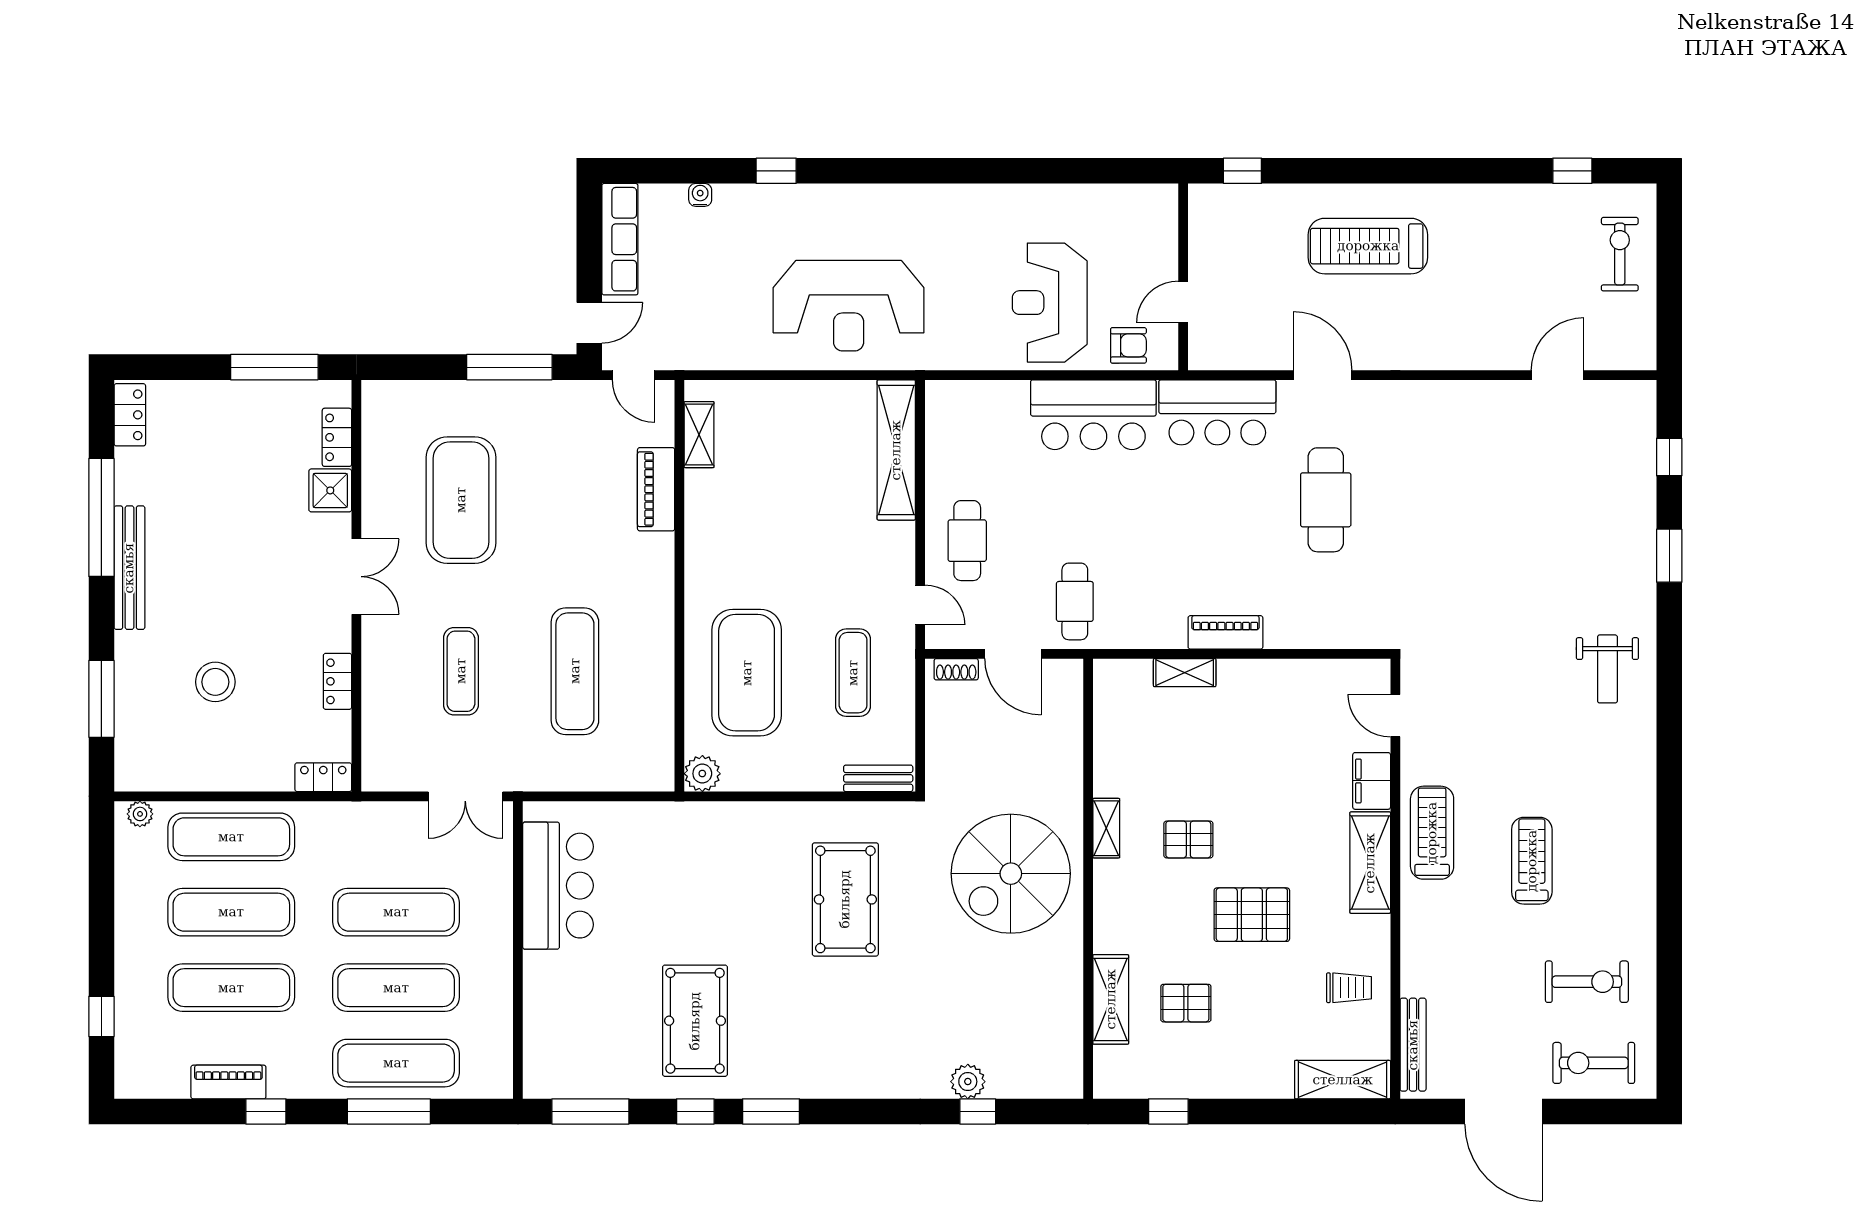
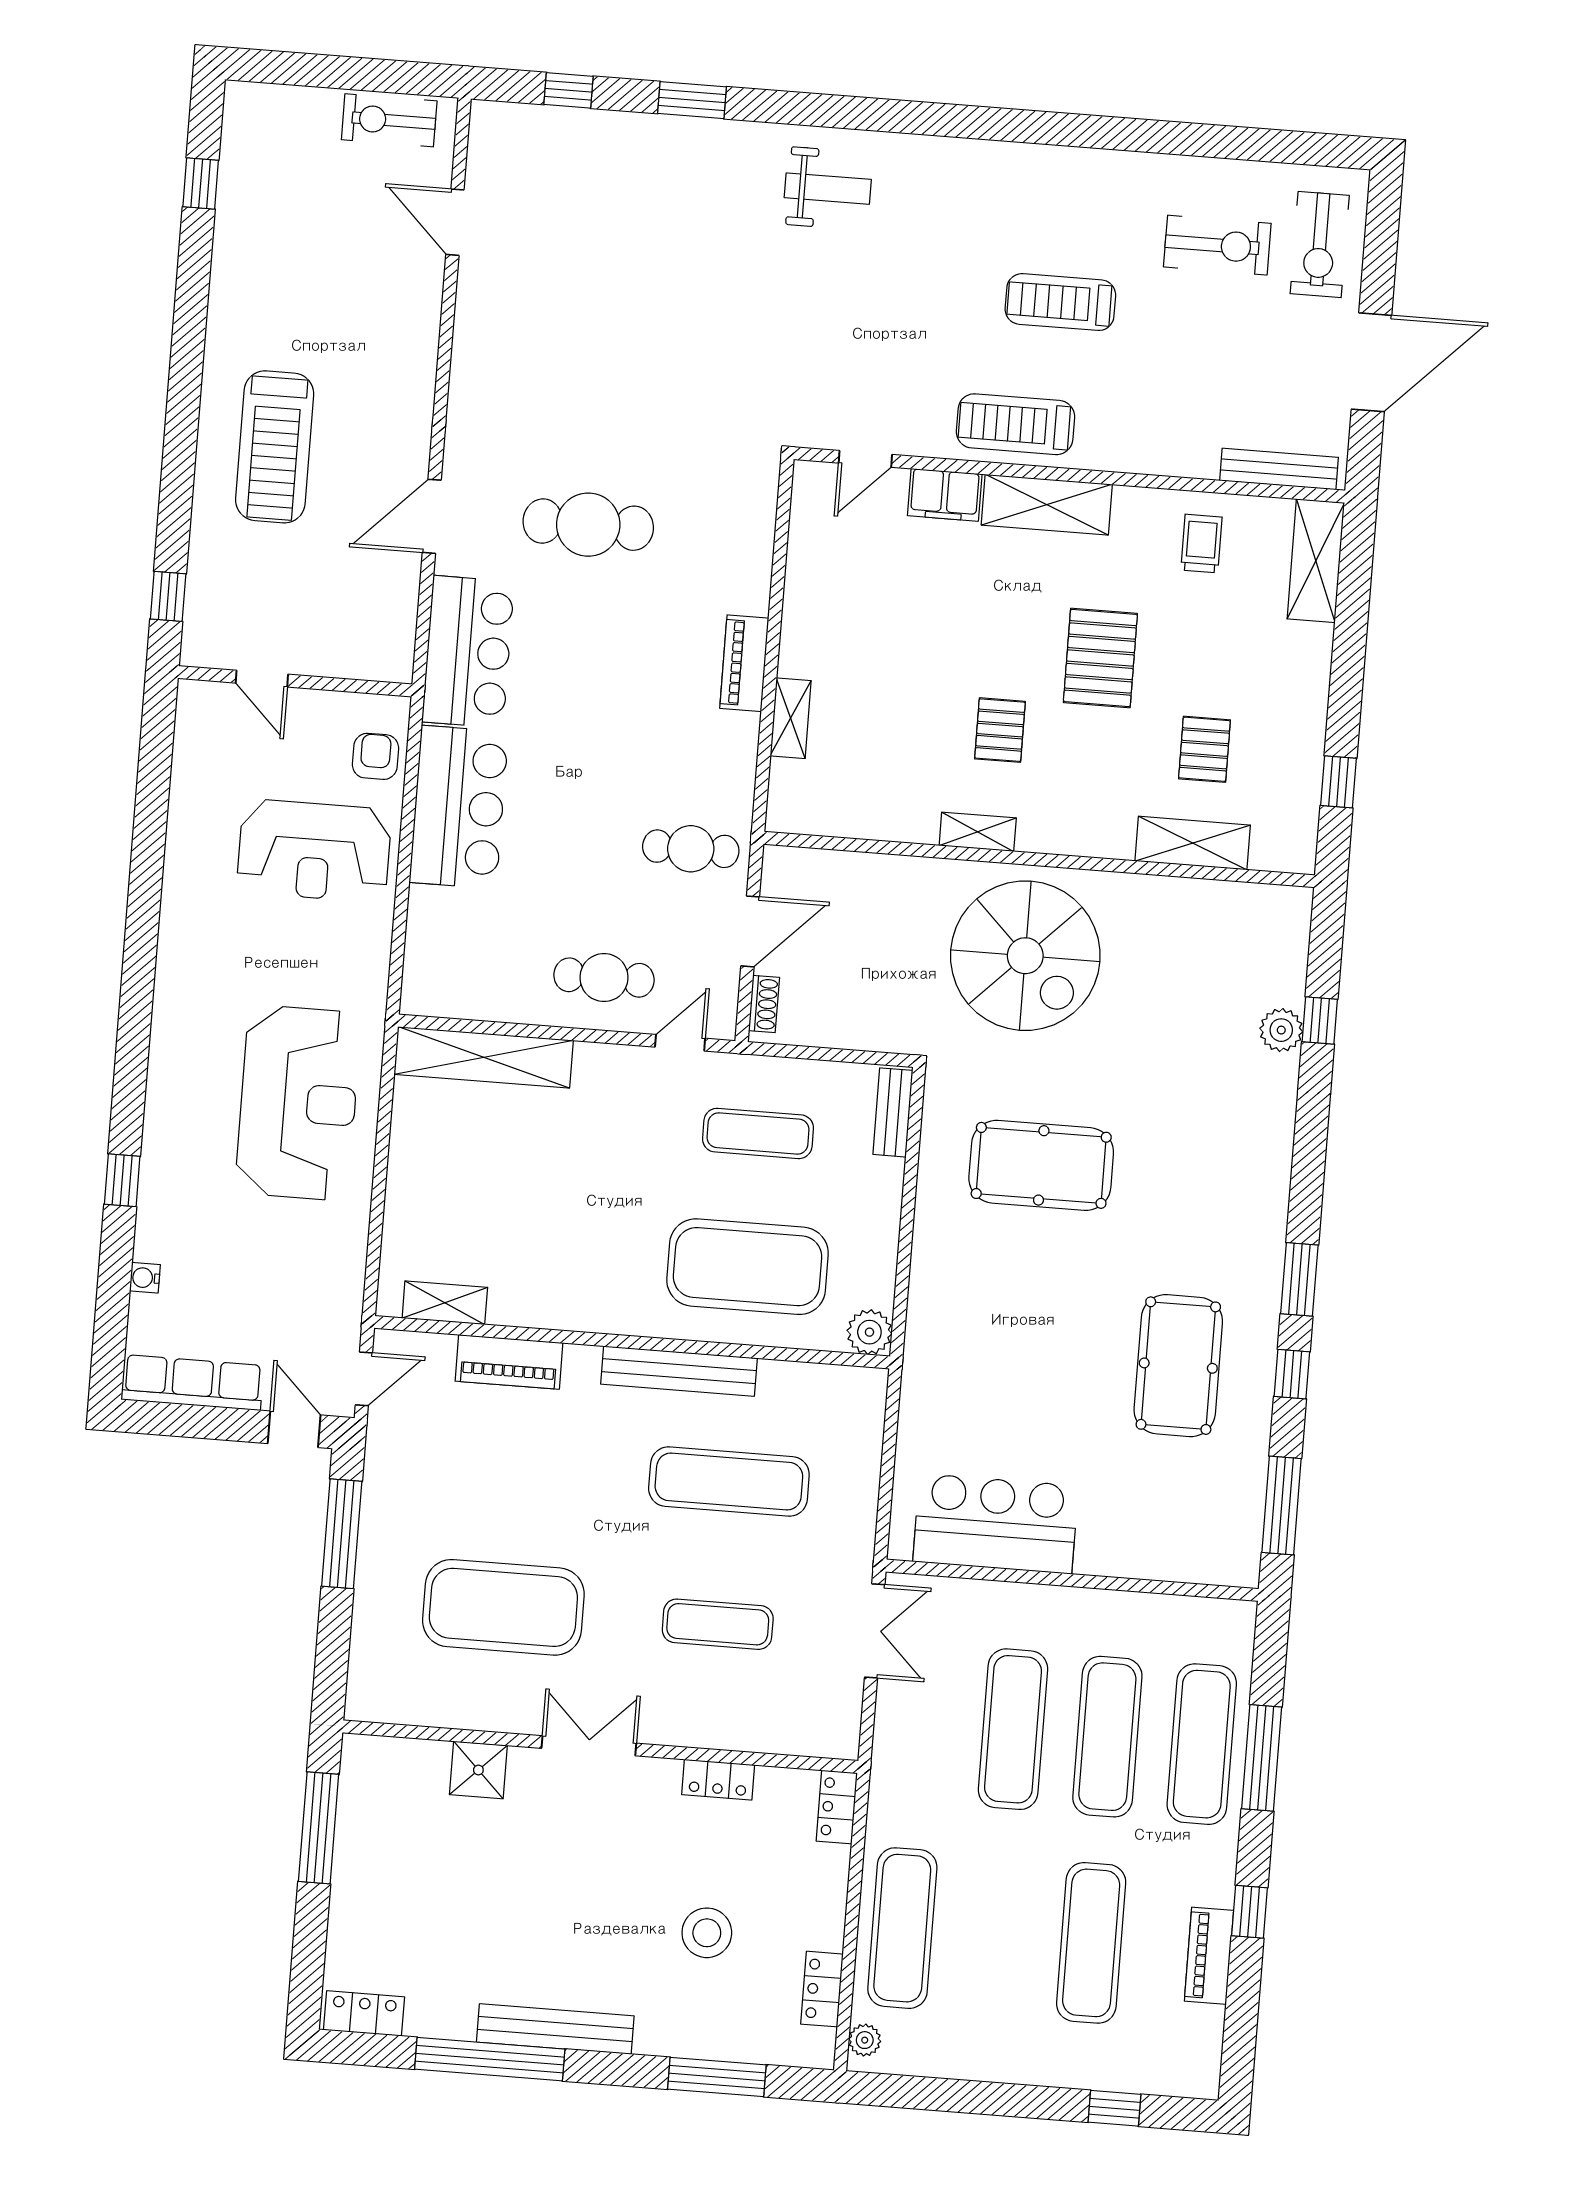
exercise bike: (1620, 254) -> (389, 120), moved
door: (1183, 302) -> (262, 679), moved
locker: (337, 437) -> (822, 1989), moved, turned 90
bench: (659, 625) -> (679, 1371), added
exercise mat: (231, 912) -> (997, 1935), removed
exercise bike: (1587, 982) -> (1217, 245), turned 90
pool table: (695, 1021) -> (1178, 1366), turned 90

